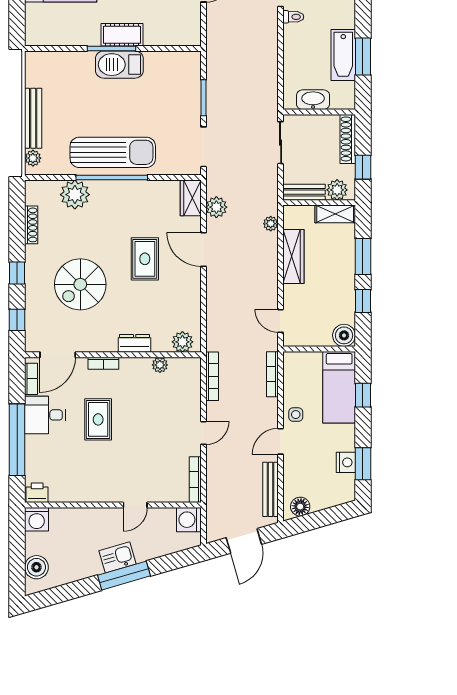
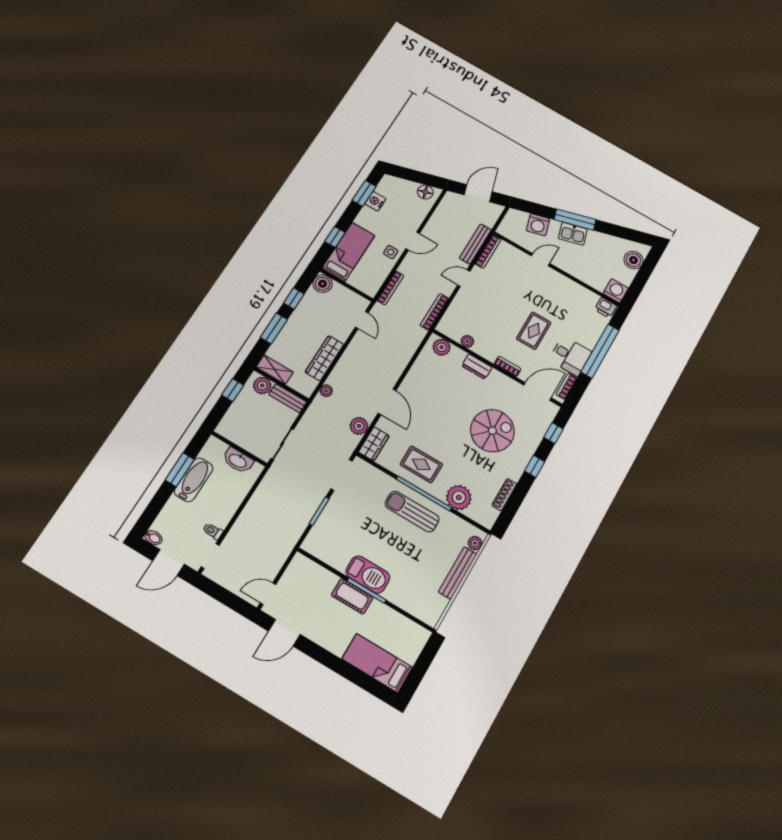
shoe rack: (348, 139) -> (231, 417), removed
sun lounger: (113, 152) -> (412, 512), width x0.73, depth x0.75
rug: (145, 259) -> (421, 464), moved, turned 90
bench: (271, 489) -> (475, 244), moved
washing machine: (189, 520) -> (538, 225), moved, turned 74

